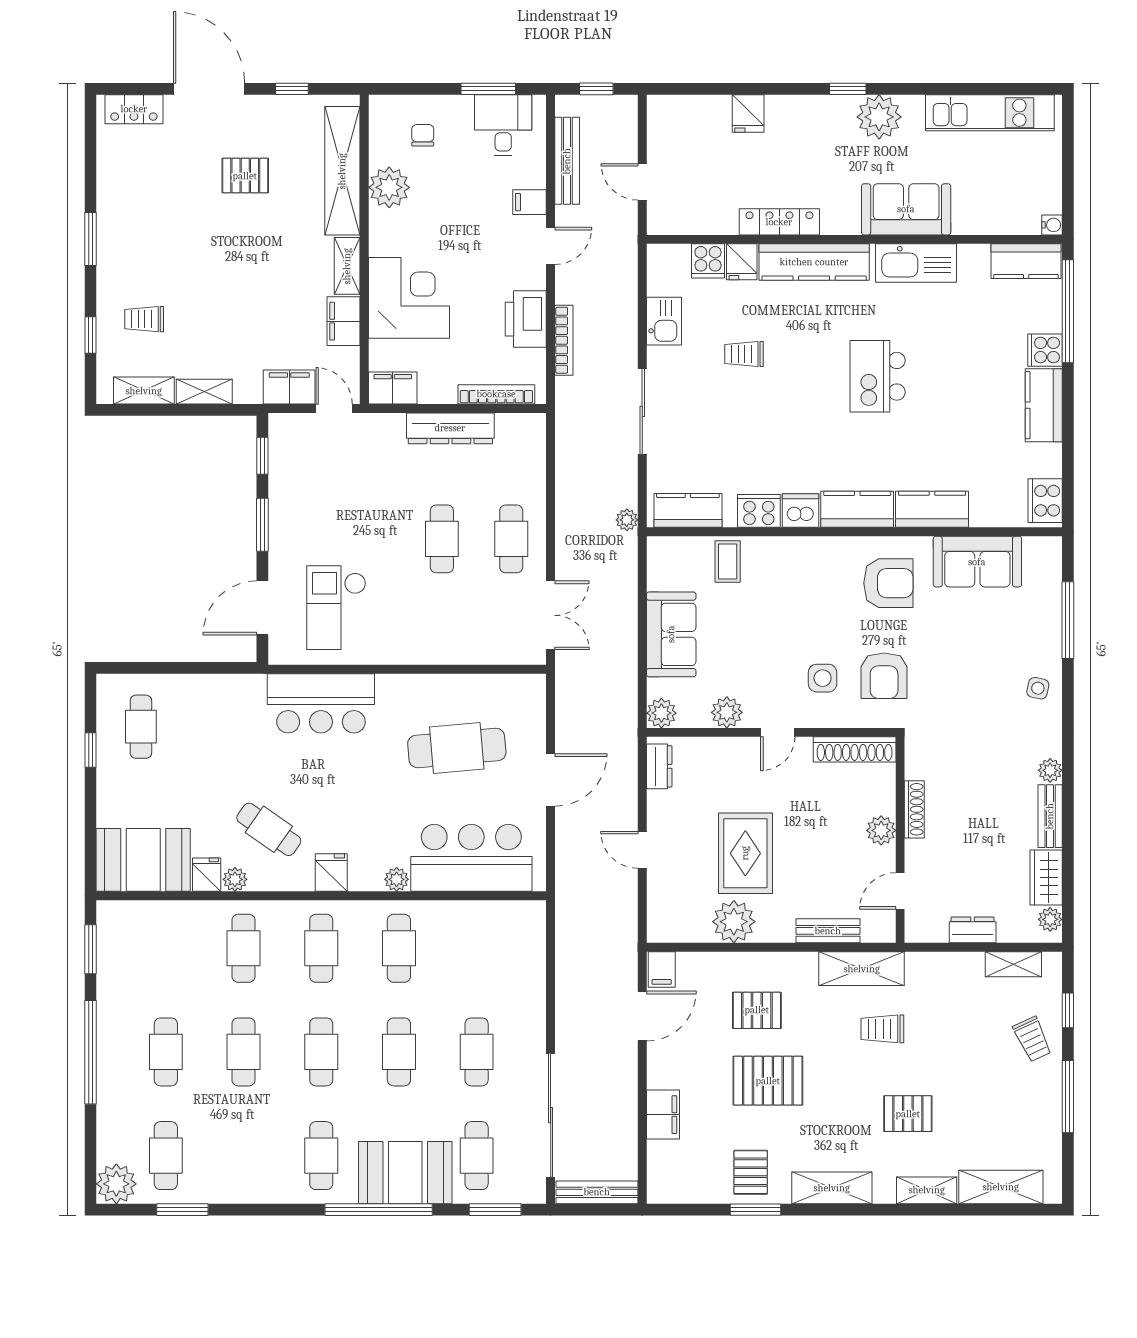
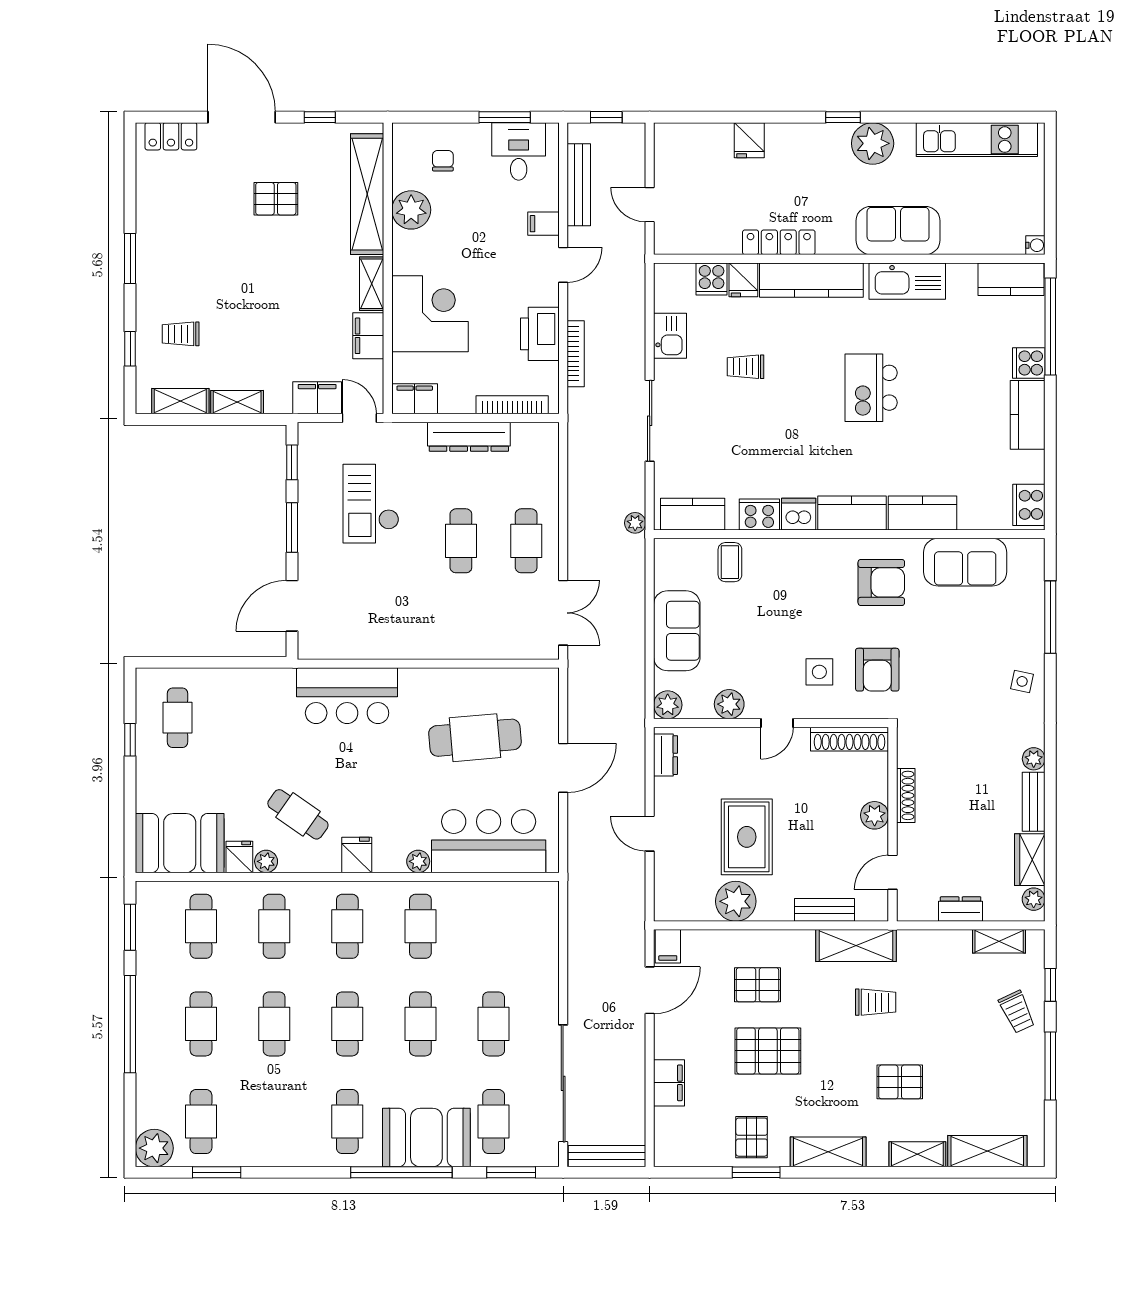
checkout: (336, 608) -> (371, 504), moved
cafe table: (166, 948) -> (201, 926), added
trolley: (882, 1029) -> (876, 1002), turned 180

